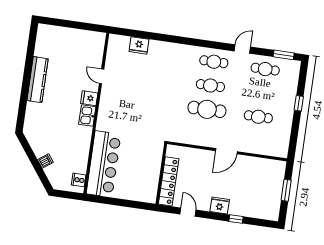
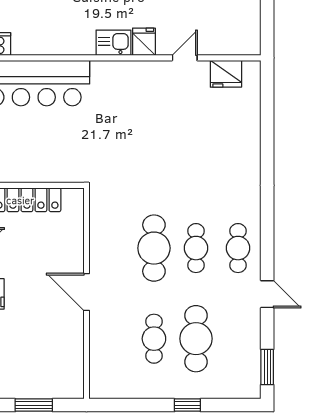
fridge: (139, 45) -> (226, 74), moved, turned -90
cafe table: (265, 69) -> (196, 339), moved, width x1.37, depth x1.35

